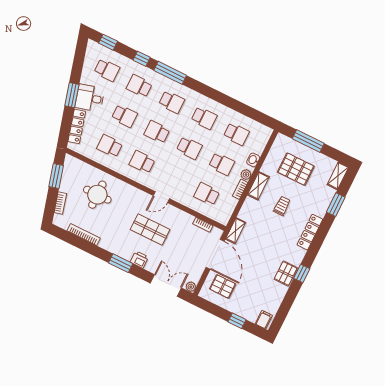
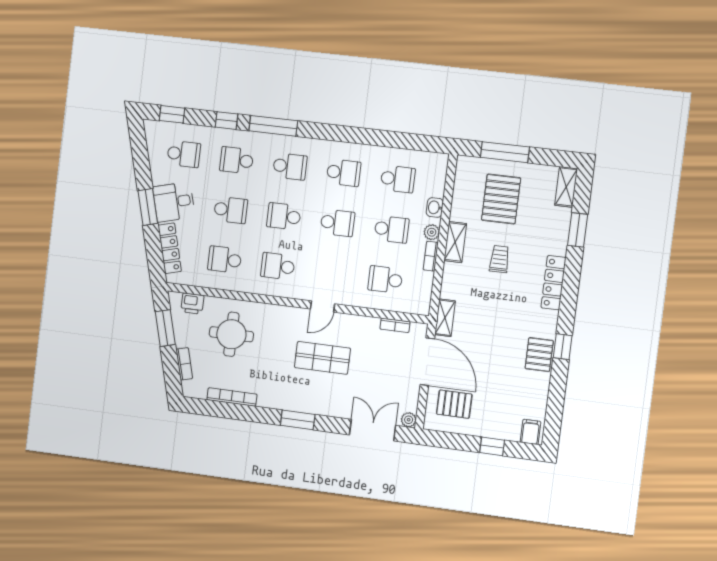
pallet: (296, 169) -> (501, 199), turned 90
printer: (139, 260) -> (192, 304), moved, turned 180

